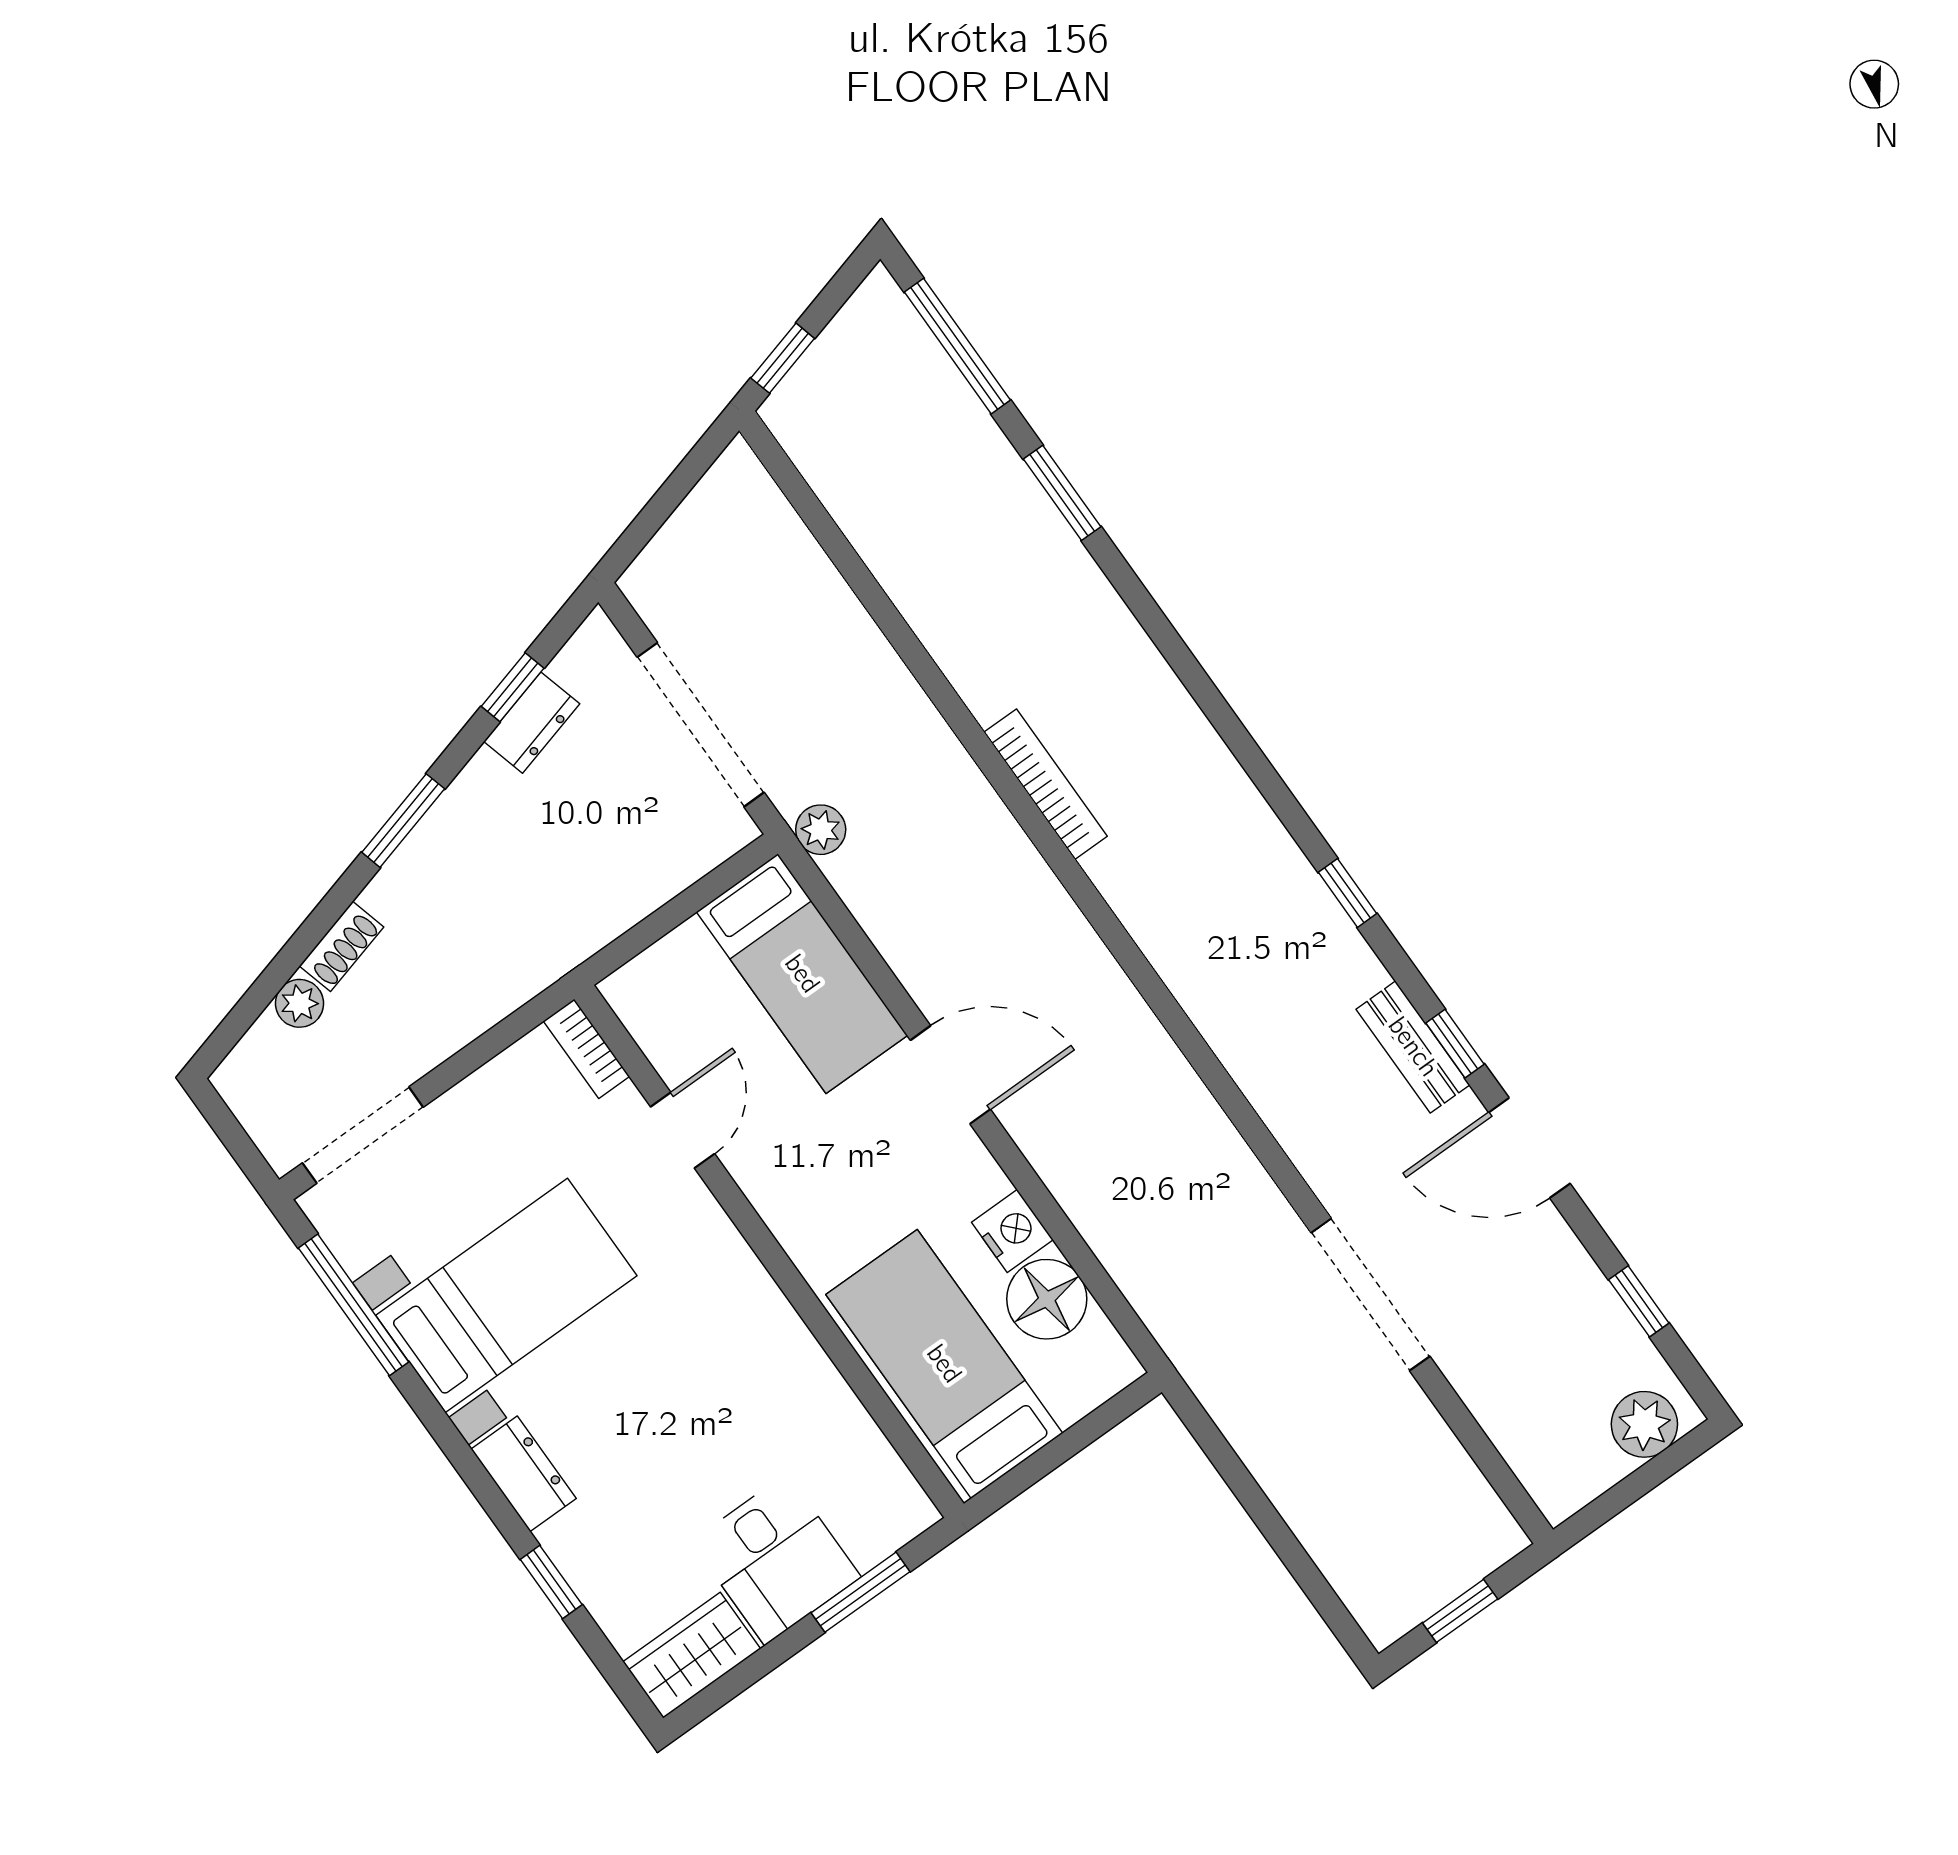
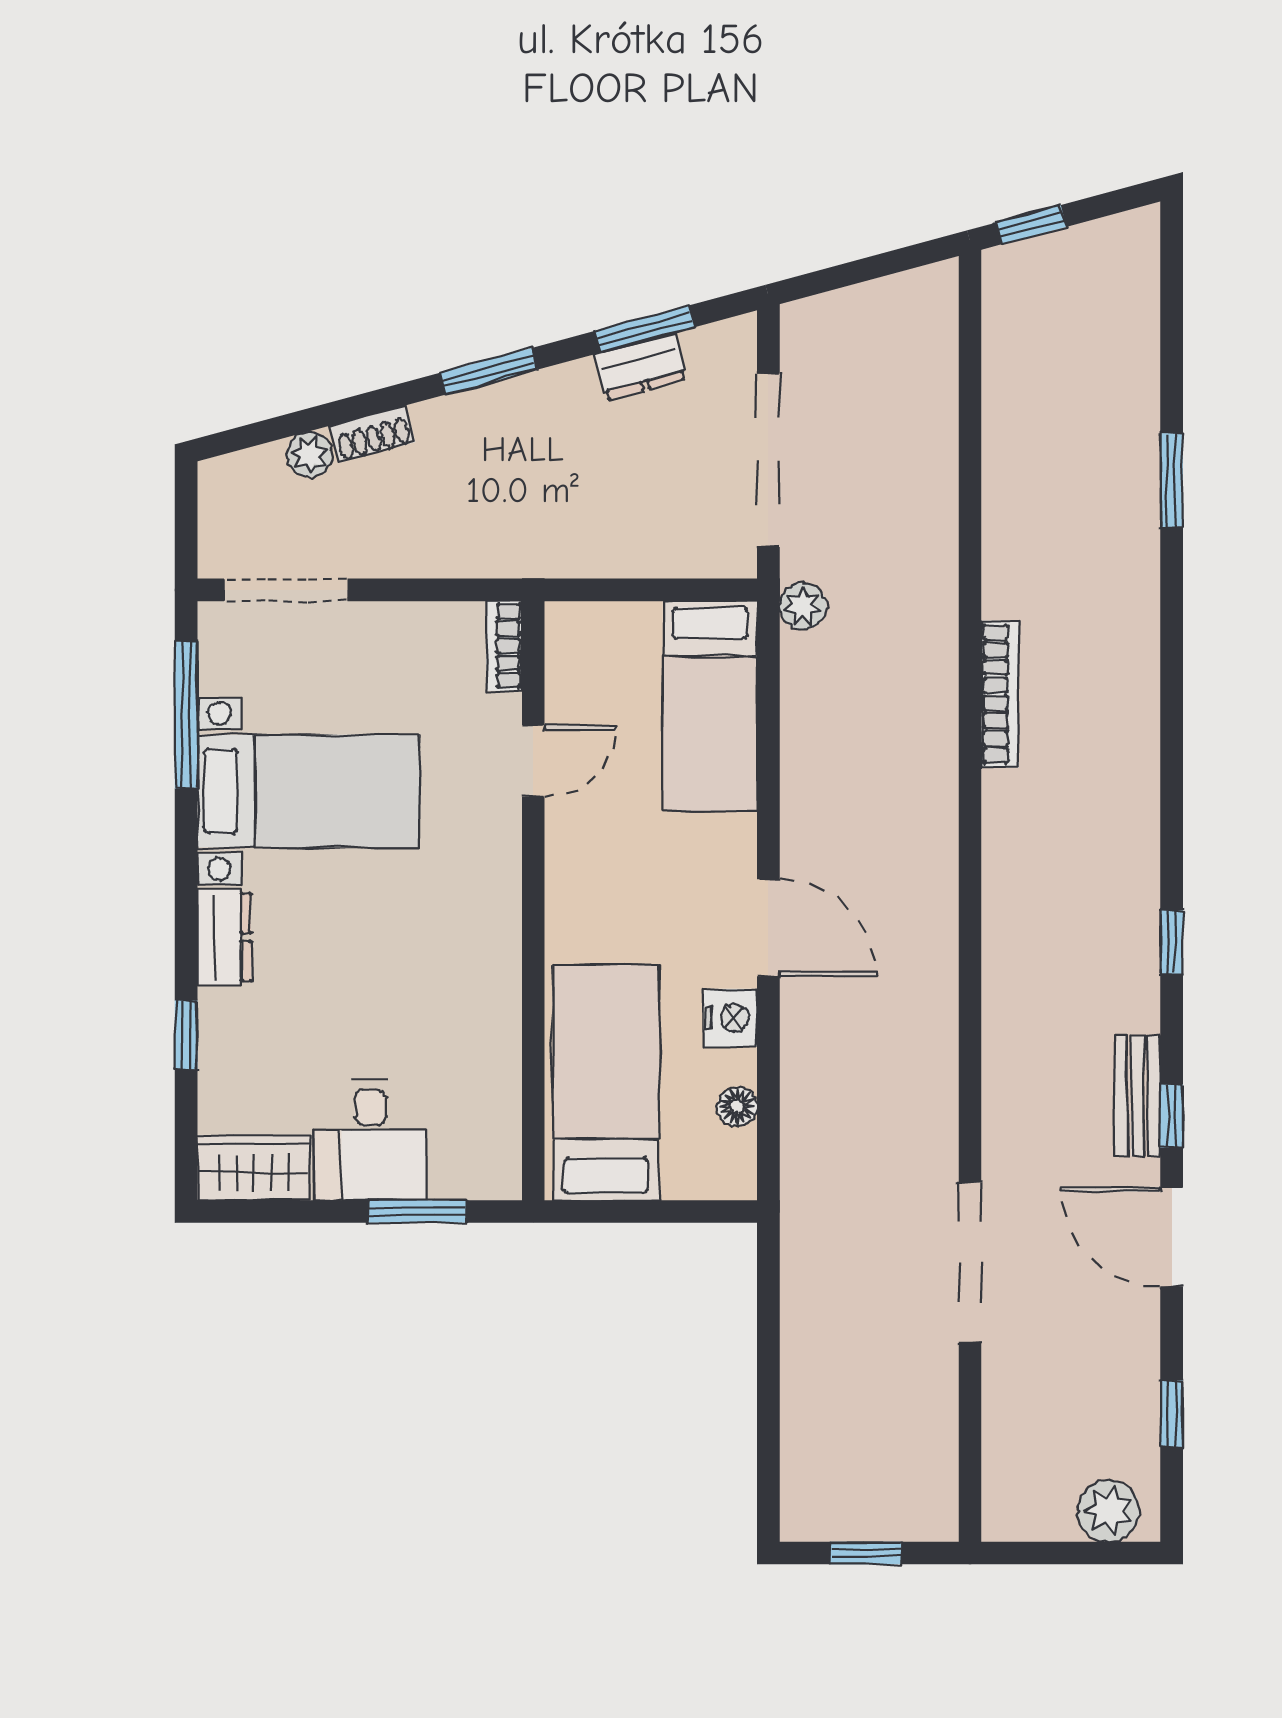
window: (957, 346) -> (1172, 311), removed
window: (513, 687) -> (645, 329), width x1.50
door: (950, 1075) -> (768, 928), moved
floor lamp: (1047, 1299) -> (737, 1107), width x0.53, depth x0.53

